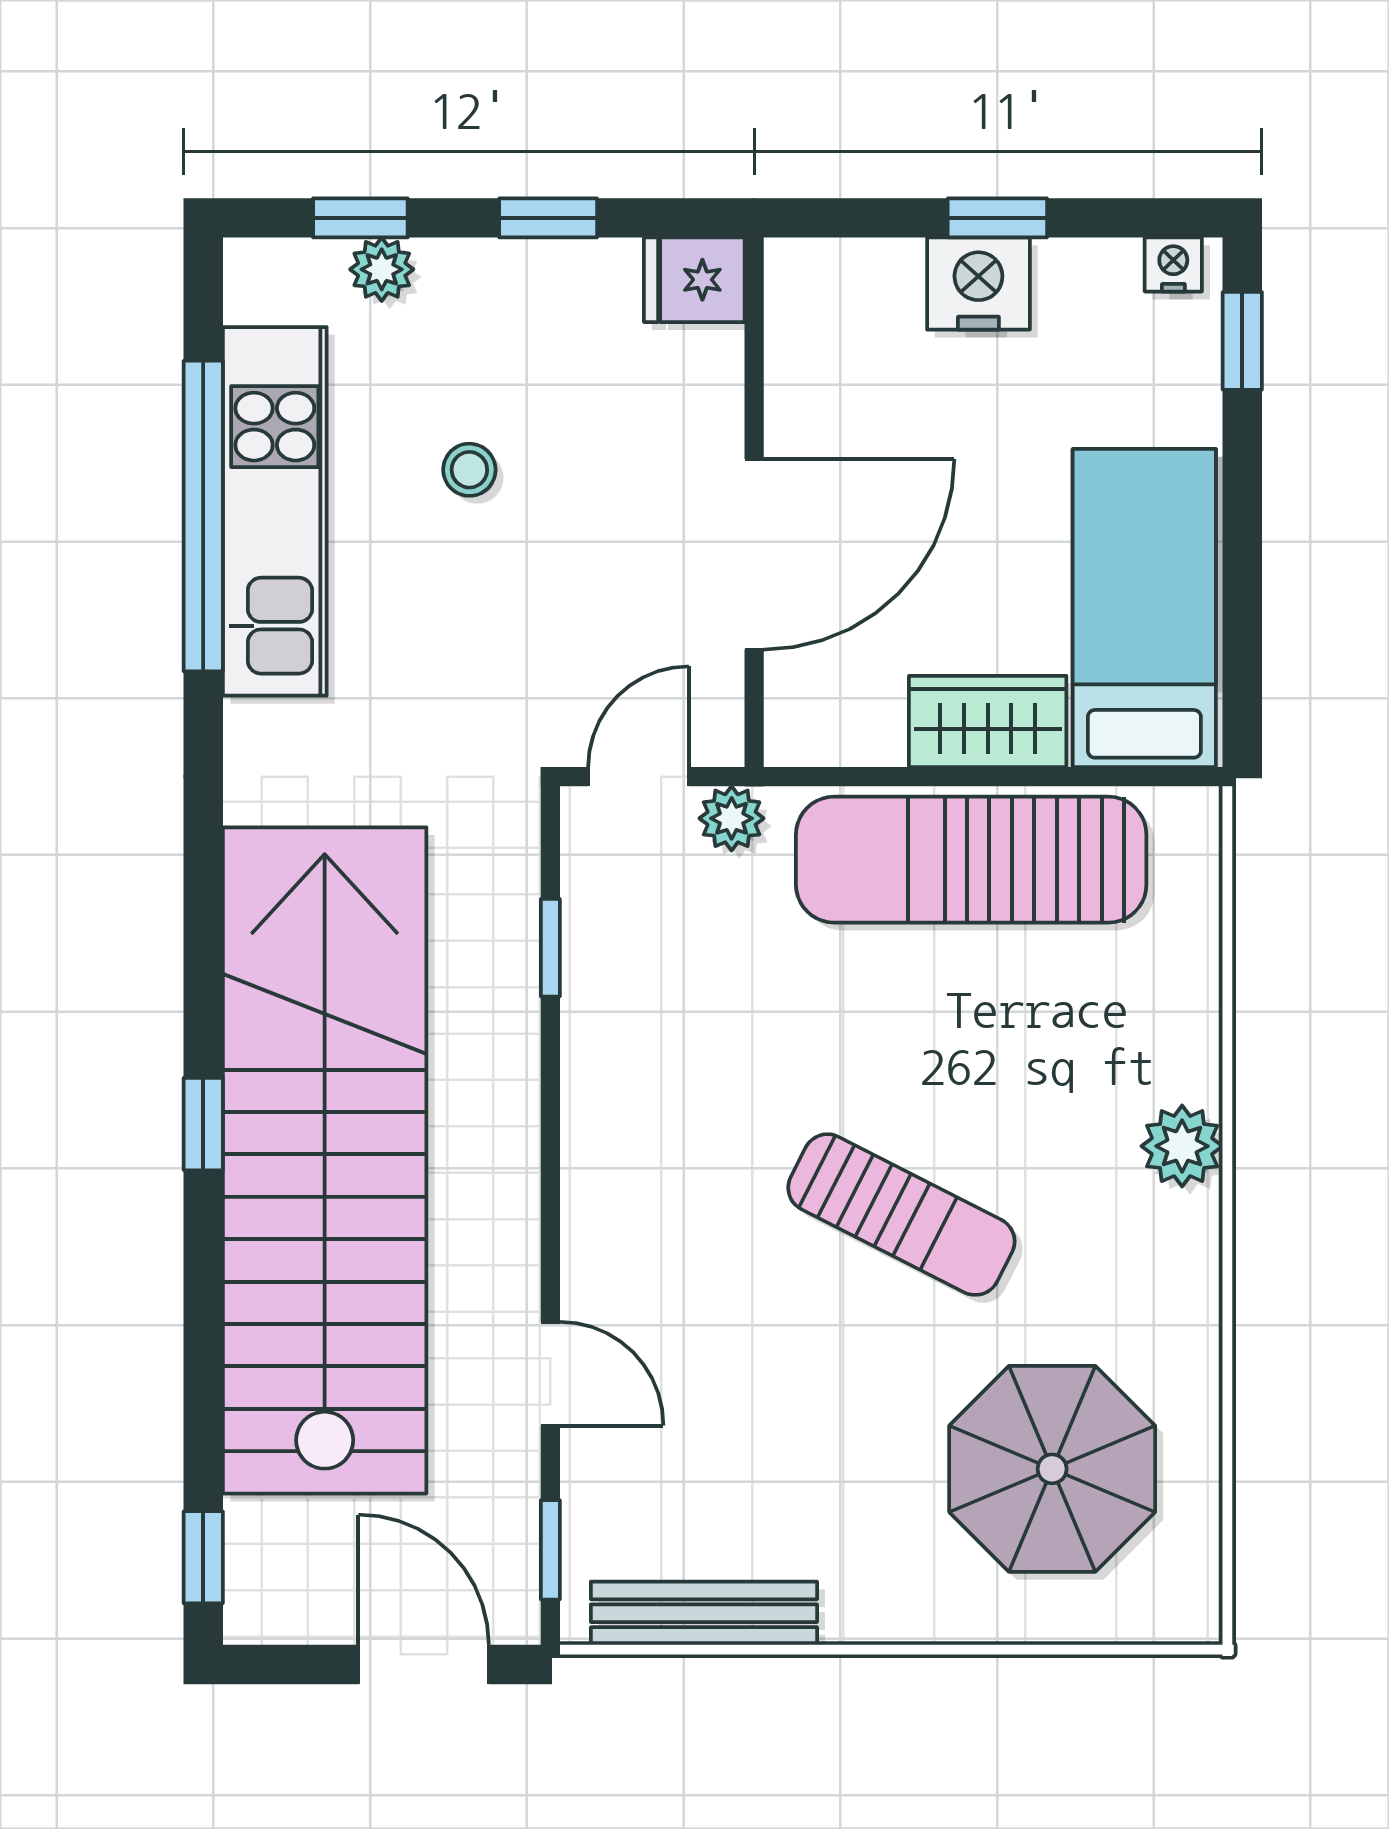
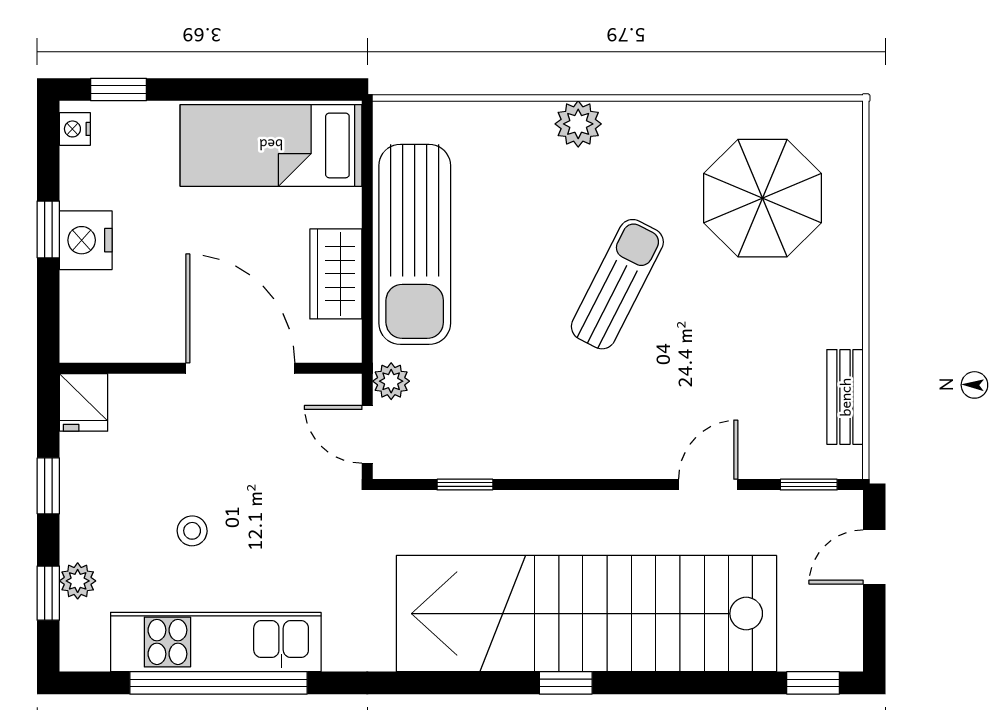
wardrobe: (988, 722) -> (336, 274), moved
bench: (704, 1613) -> (845, 397), width x0.73
door: (424, 1664) -> (874, 557), width x0.73

